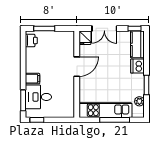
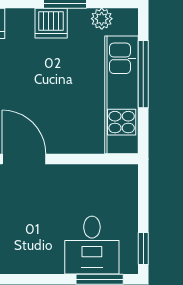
dishwasher: (137, 66) -> (51, 23), moved
filing cabinet: (32, 79) -> (51, 258), removed

